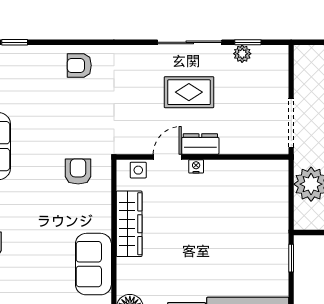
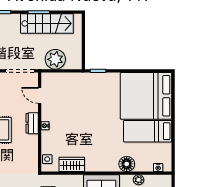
door: (167, 157) -> (40, 95), moved
wardrobe: (129, 224) -> (72, 164), width x0.67

